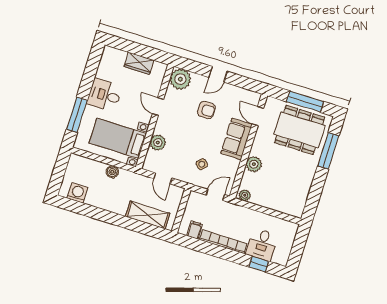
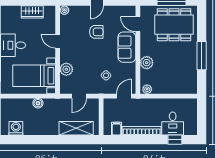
plant: (180, 79) -> (64, 10), width x0.53, depth x0.53
window: (328, 151) -> (202, 56), moved
door: (163, 178) -> (79, 96), hinge flipped

